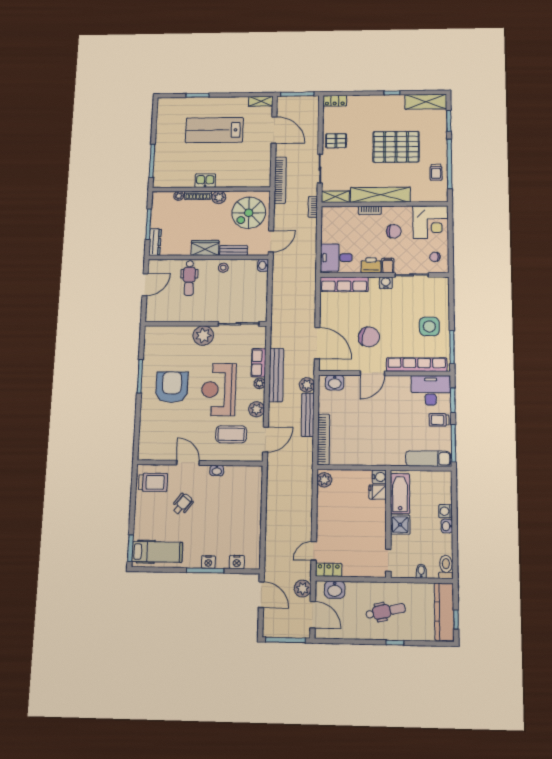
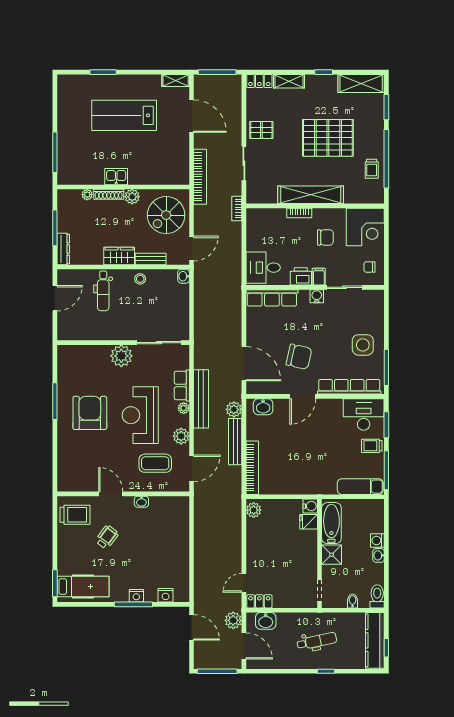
shelving: (335, 197) -> (289, 81), moved

